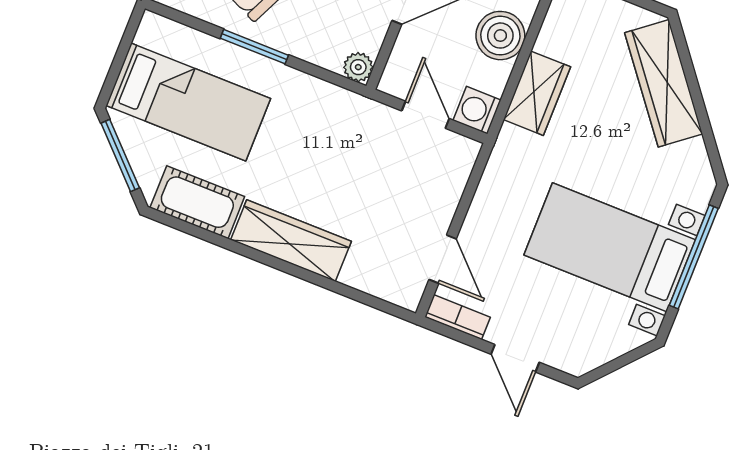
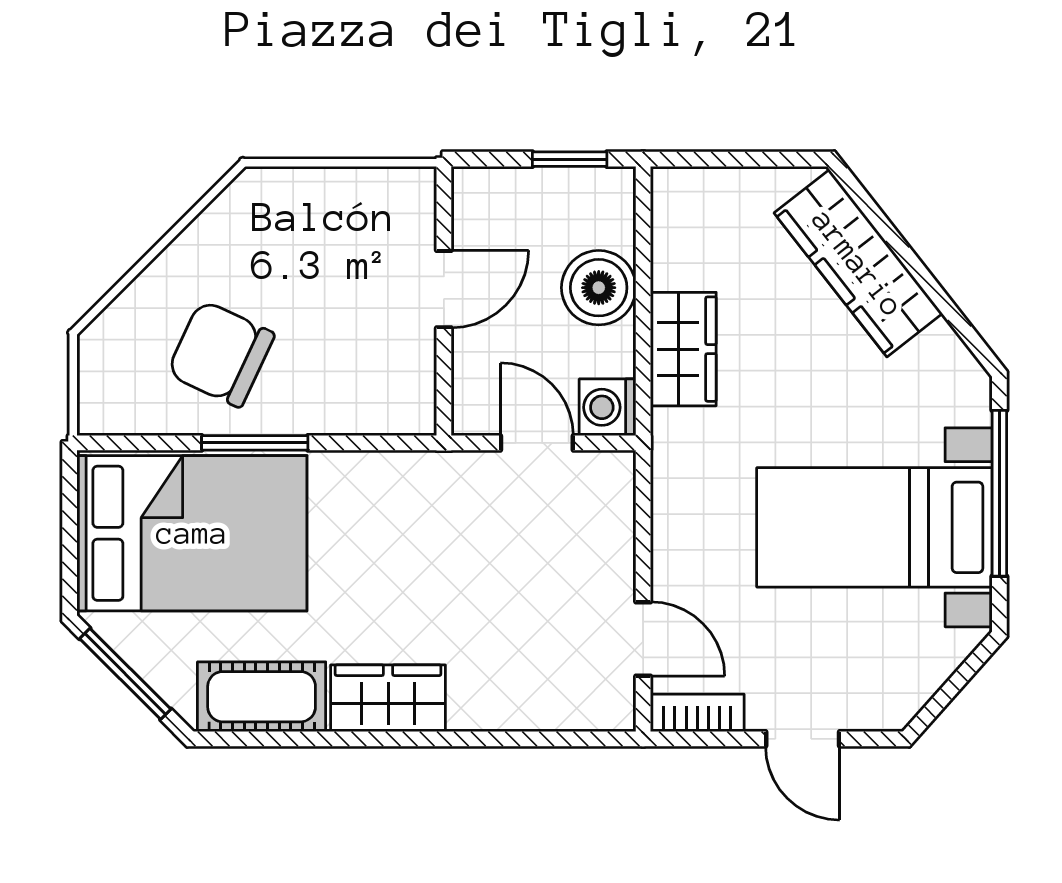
plant: (358, 67) -> (414, 413), removed
bed: (188, 102) -> (192, 533), width x1.50
wardrobe: (291, 241) -> (388, 698), width x0.67

